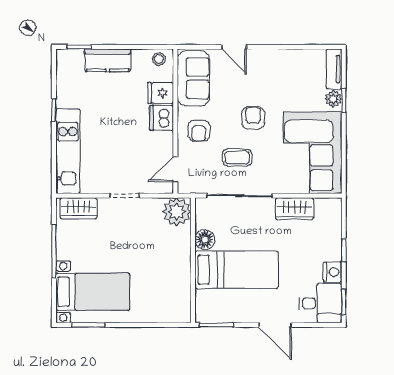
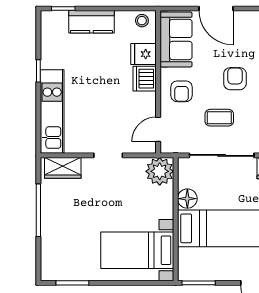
door: (234, 47) -> (216, 9), width x1.38
bed with nightstands: (93, 292) -> (137, 250), moved, turned 180

